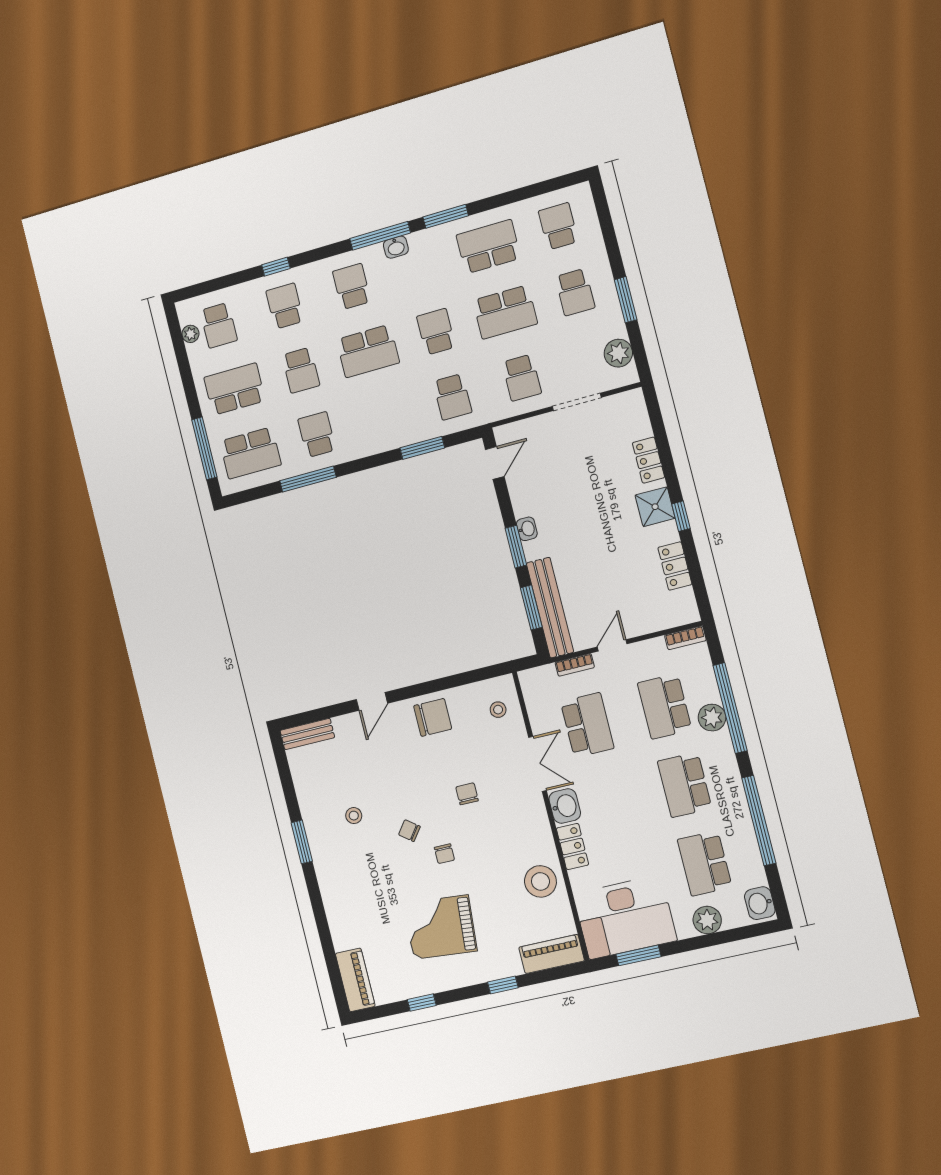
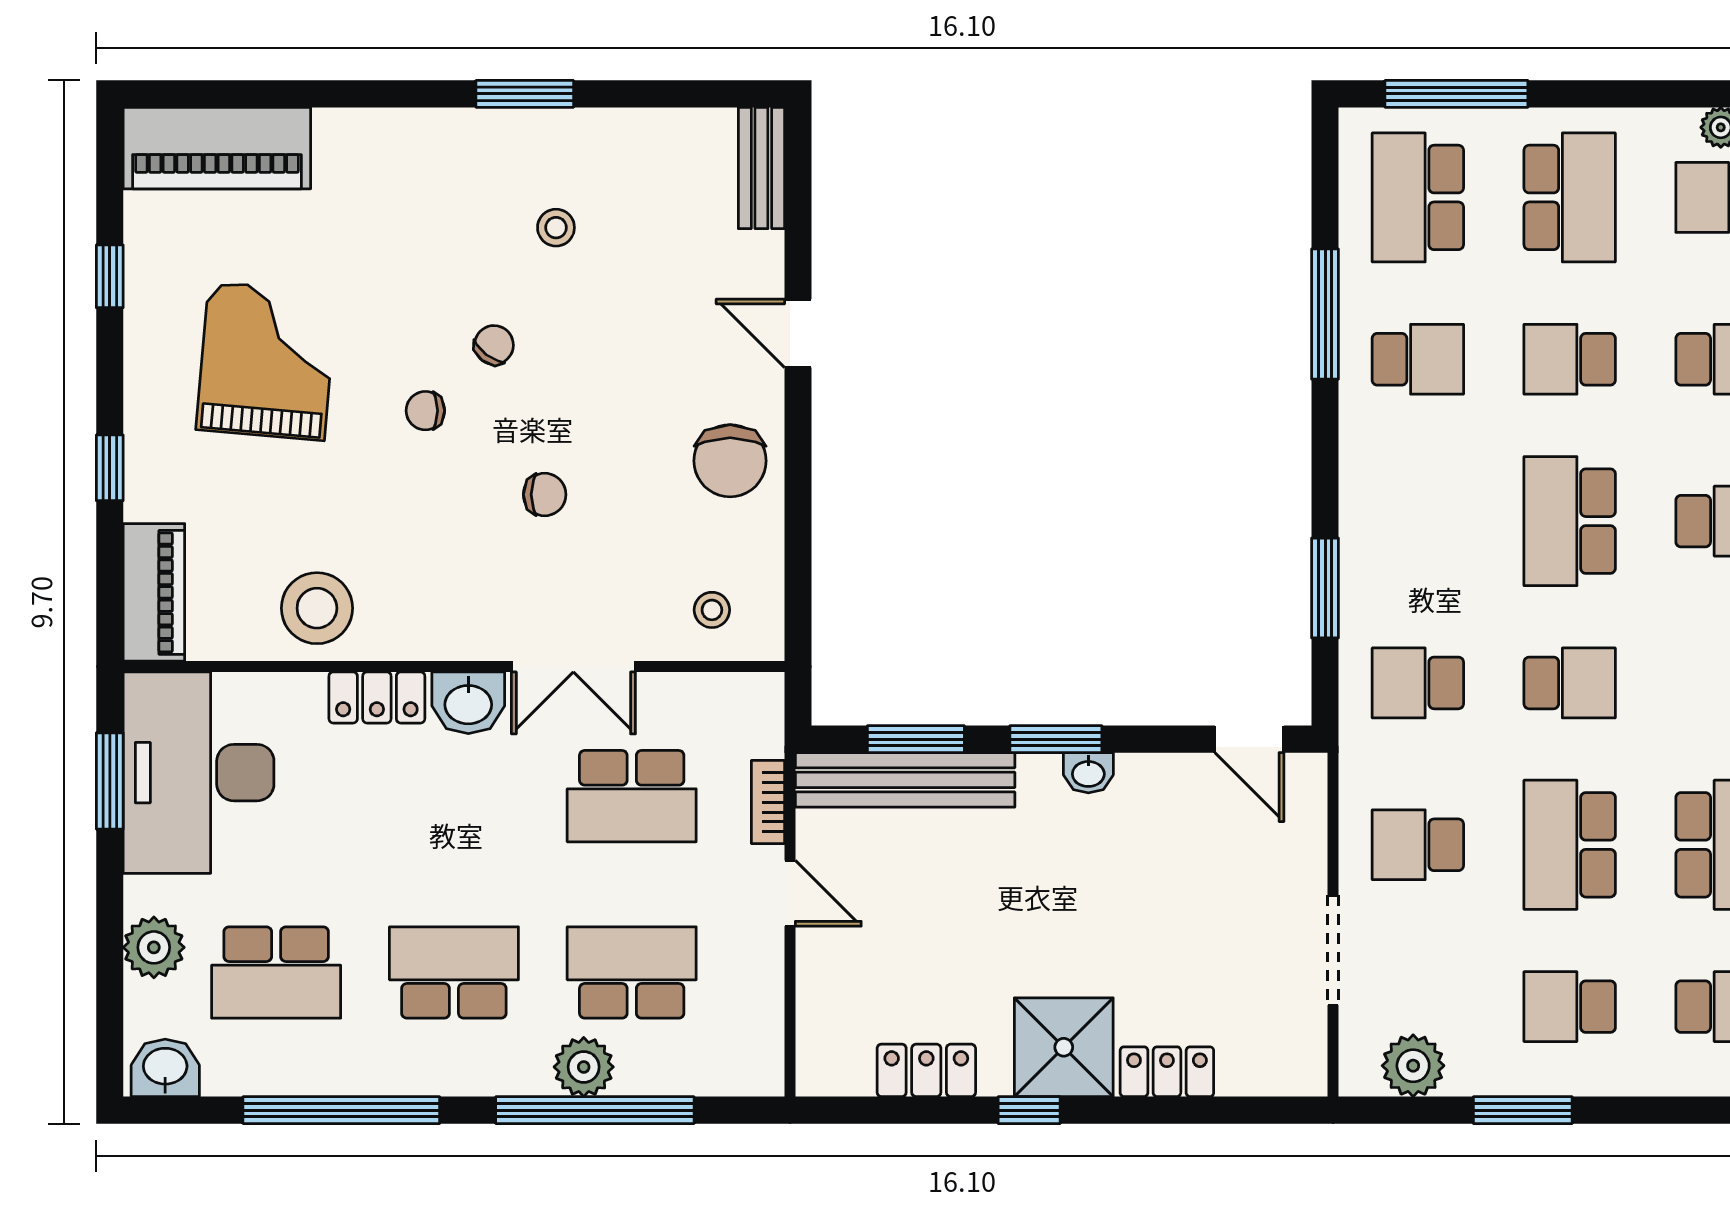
shower: (655, 507) -> (1064, 1047), width x1.36, depth x1.36
bookcase: (685, 638) -> (767, 1054), removed
school desk: (705, 863) -> (276, 972), turned 180
piano: (355, 980) -> (217, 148), width x1.37, depth x1.33

